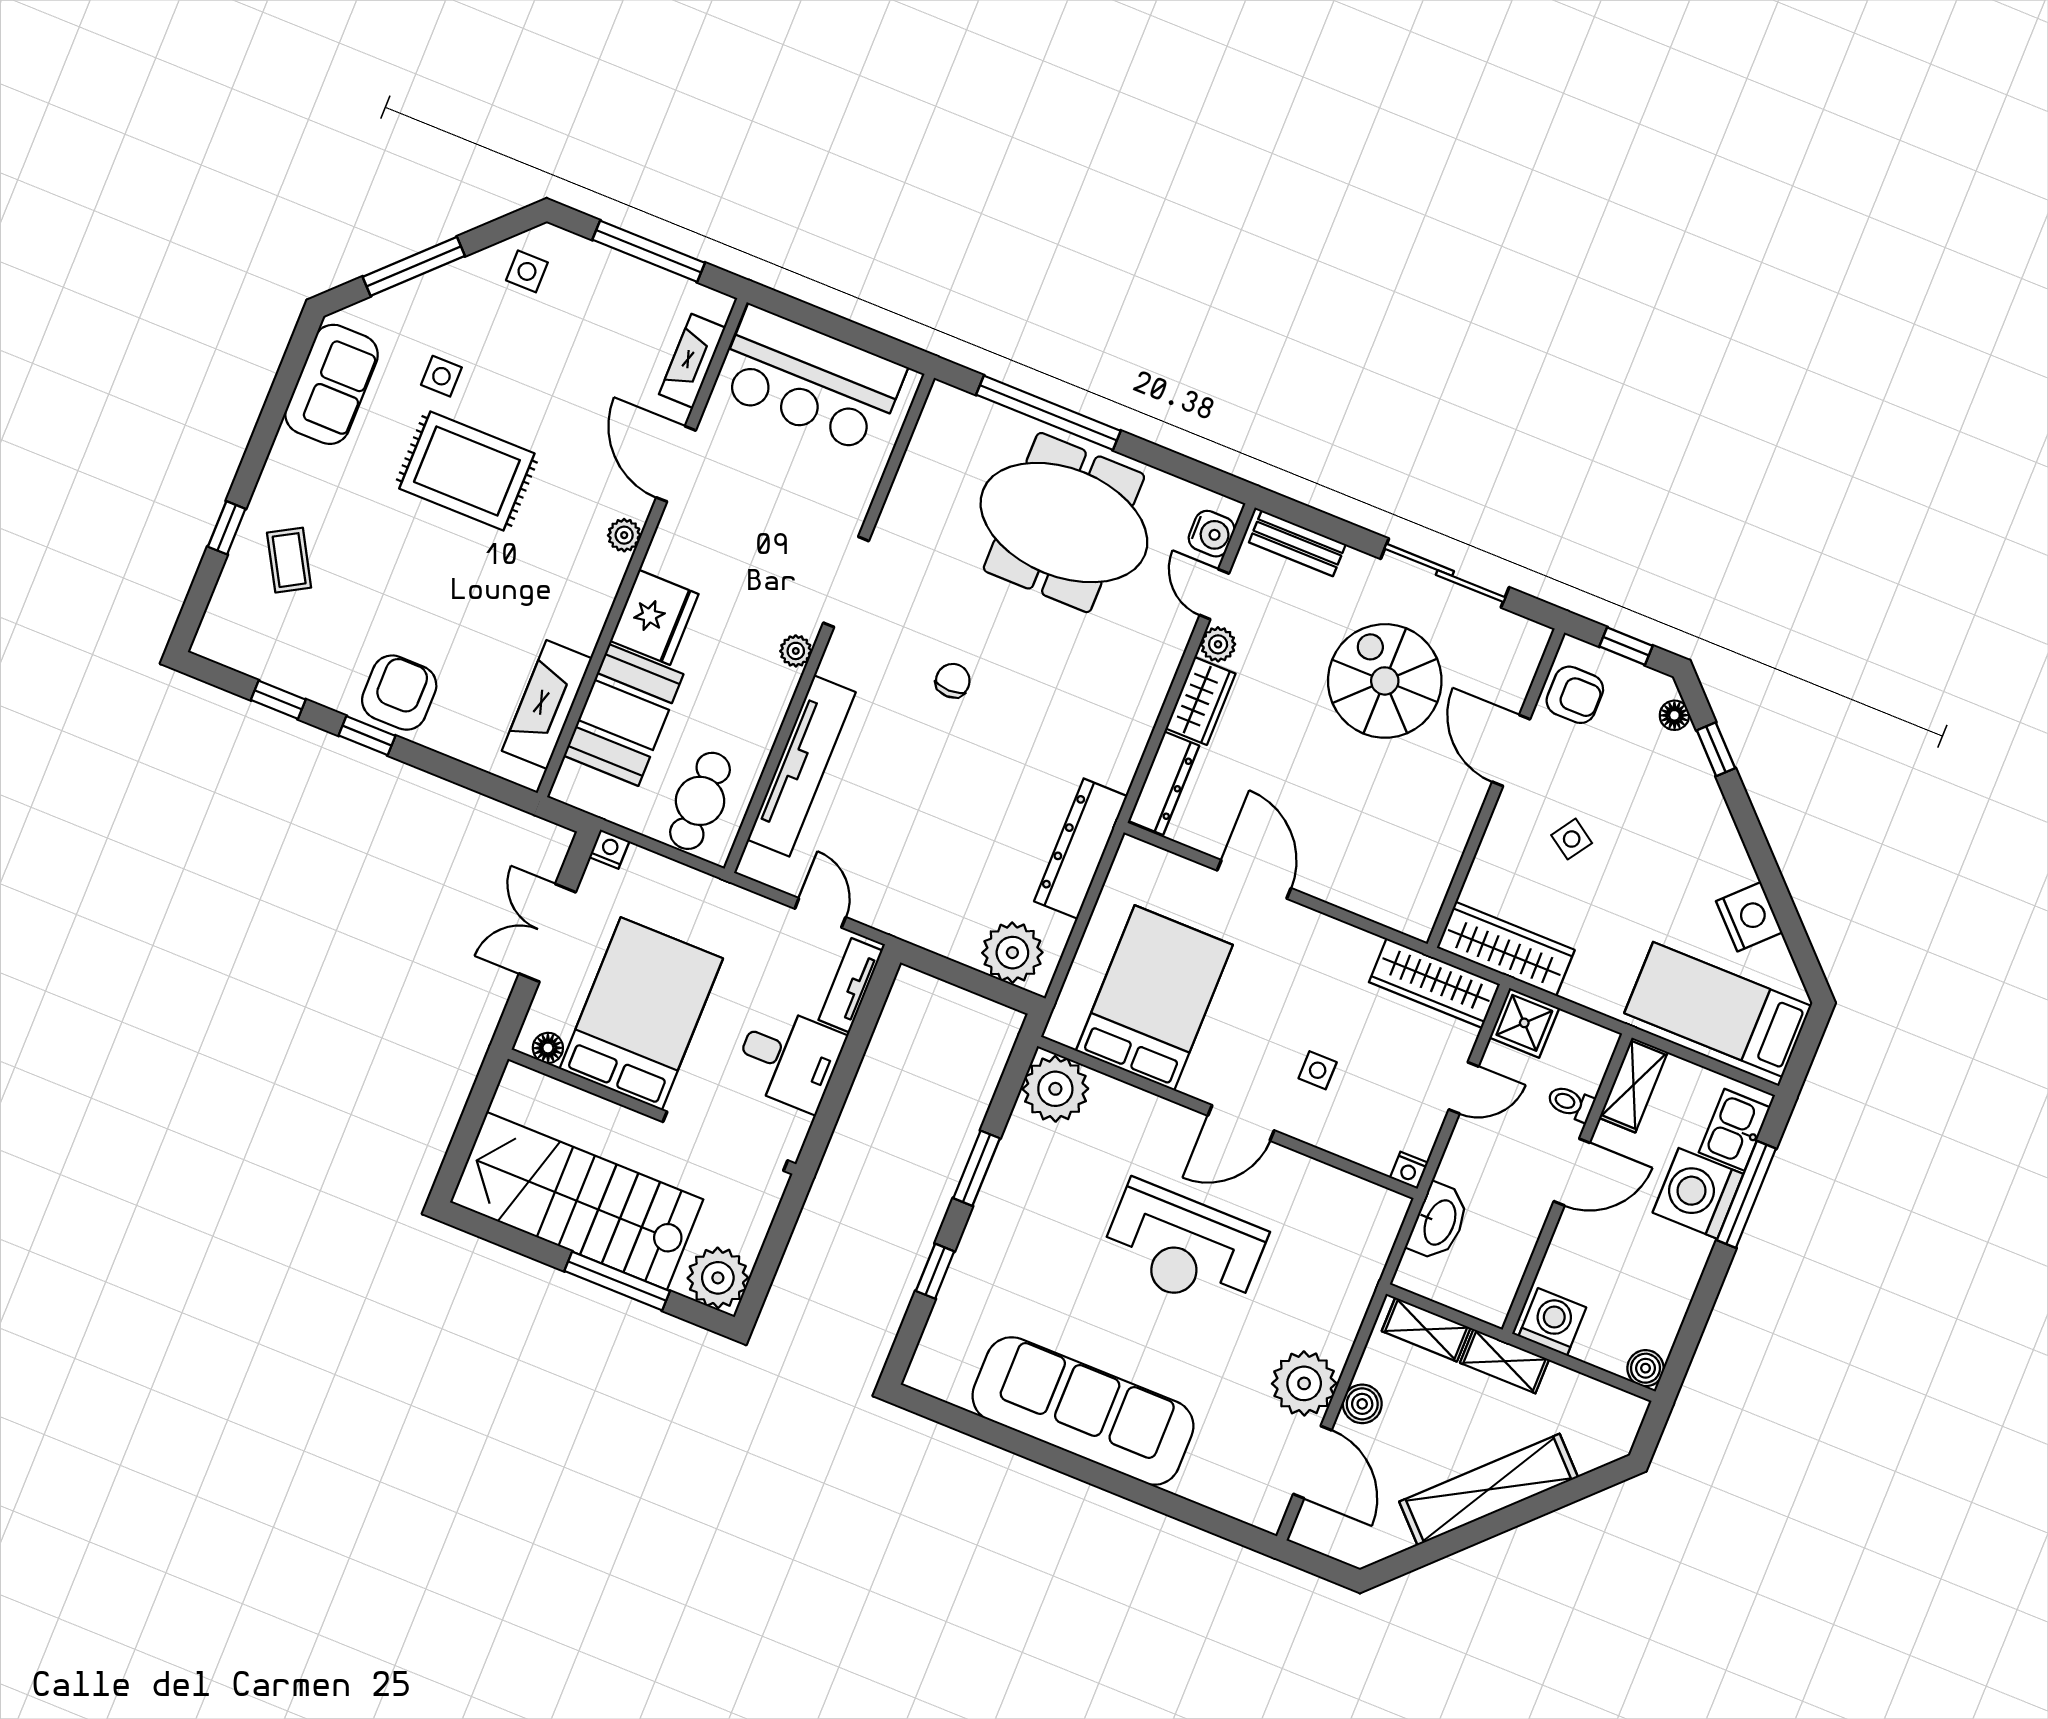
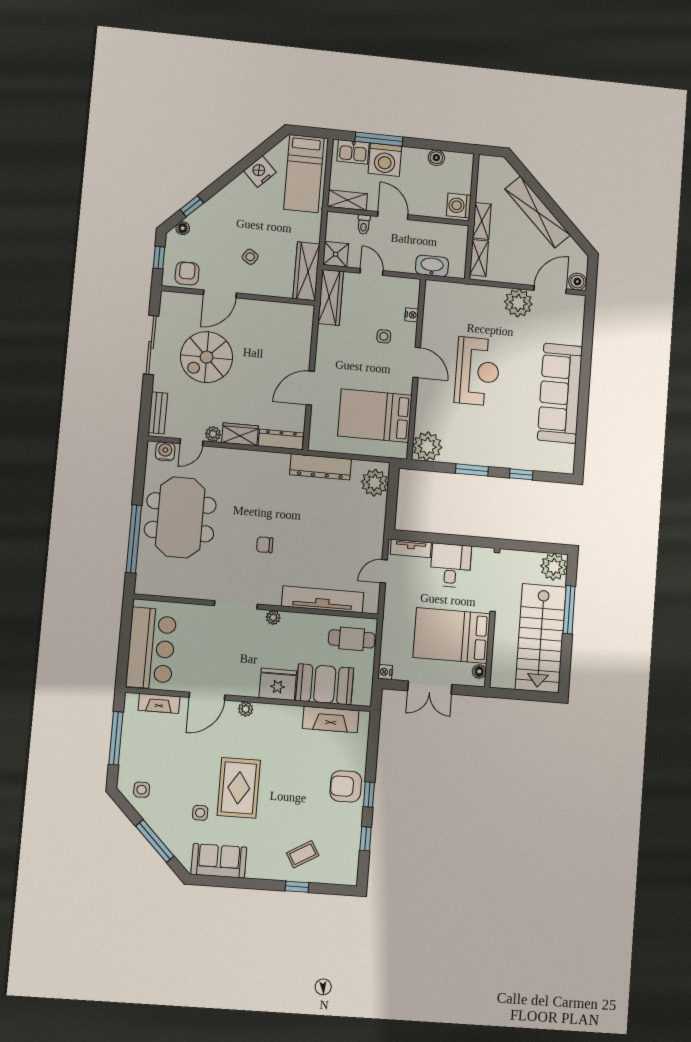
nightstand: (1409, 1170) -> (412, 315), moved
boiler: (1646, 1368) -> (436, 158), moved
boiler: (1362, 1404) -> (577, 282), moved

